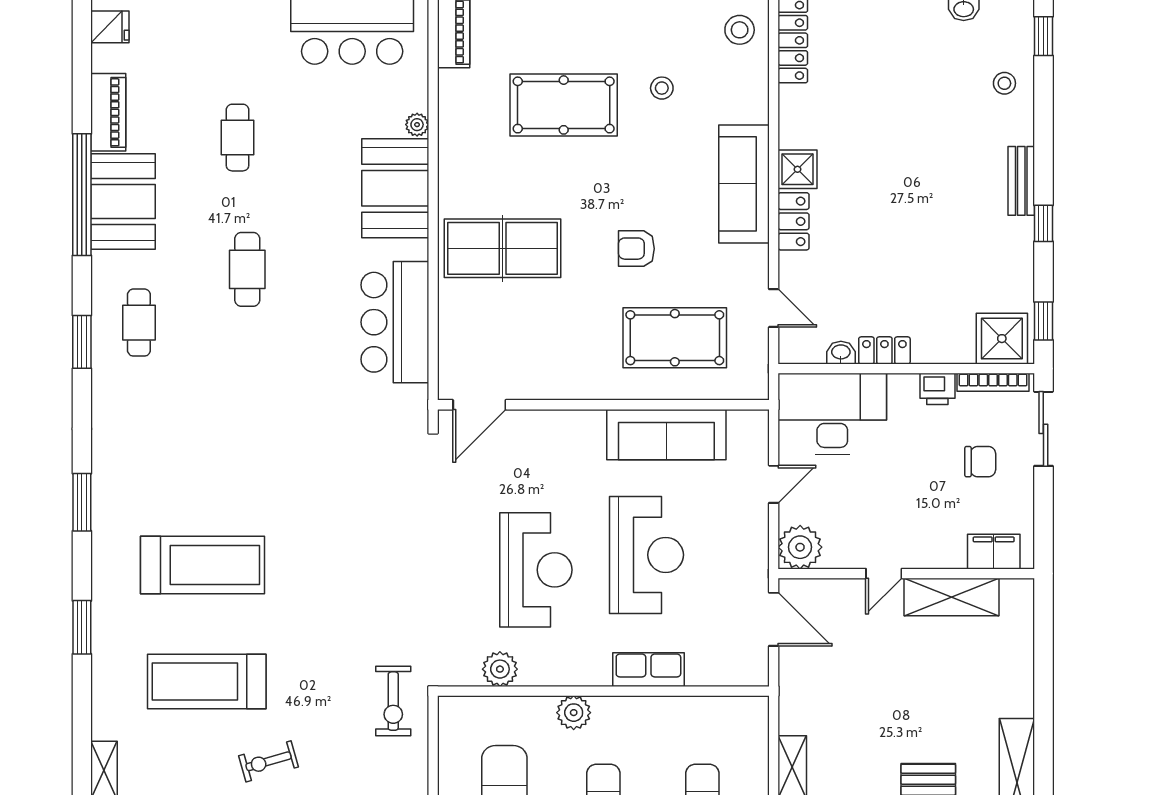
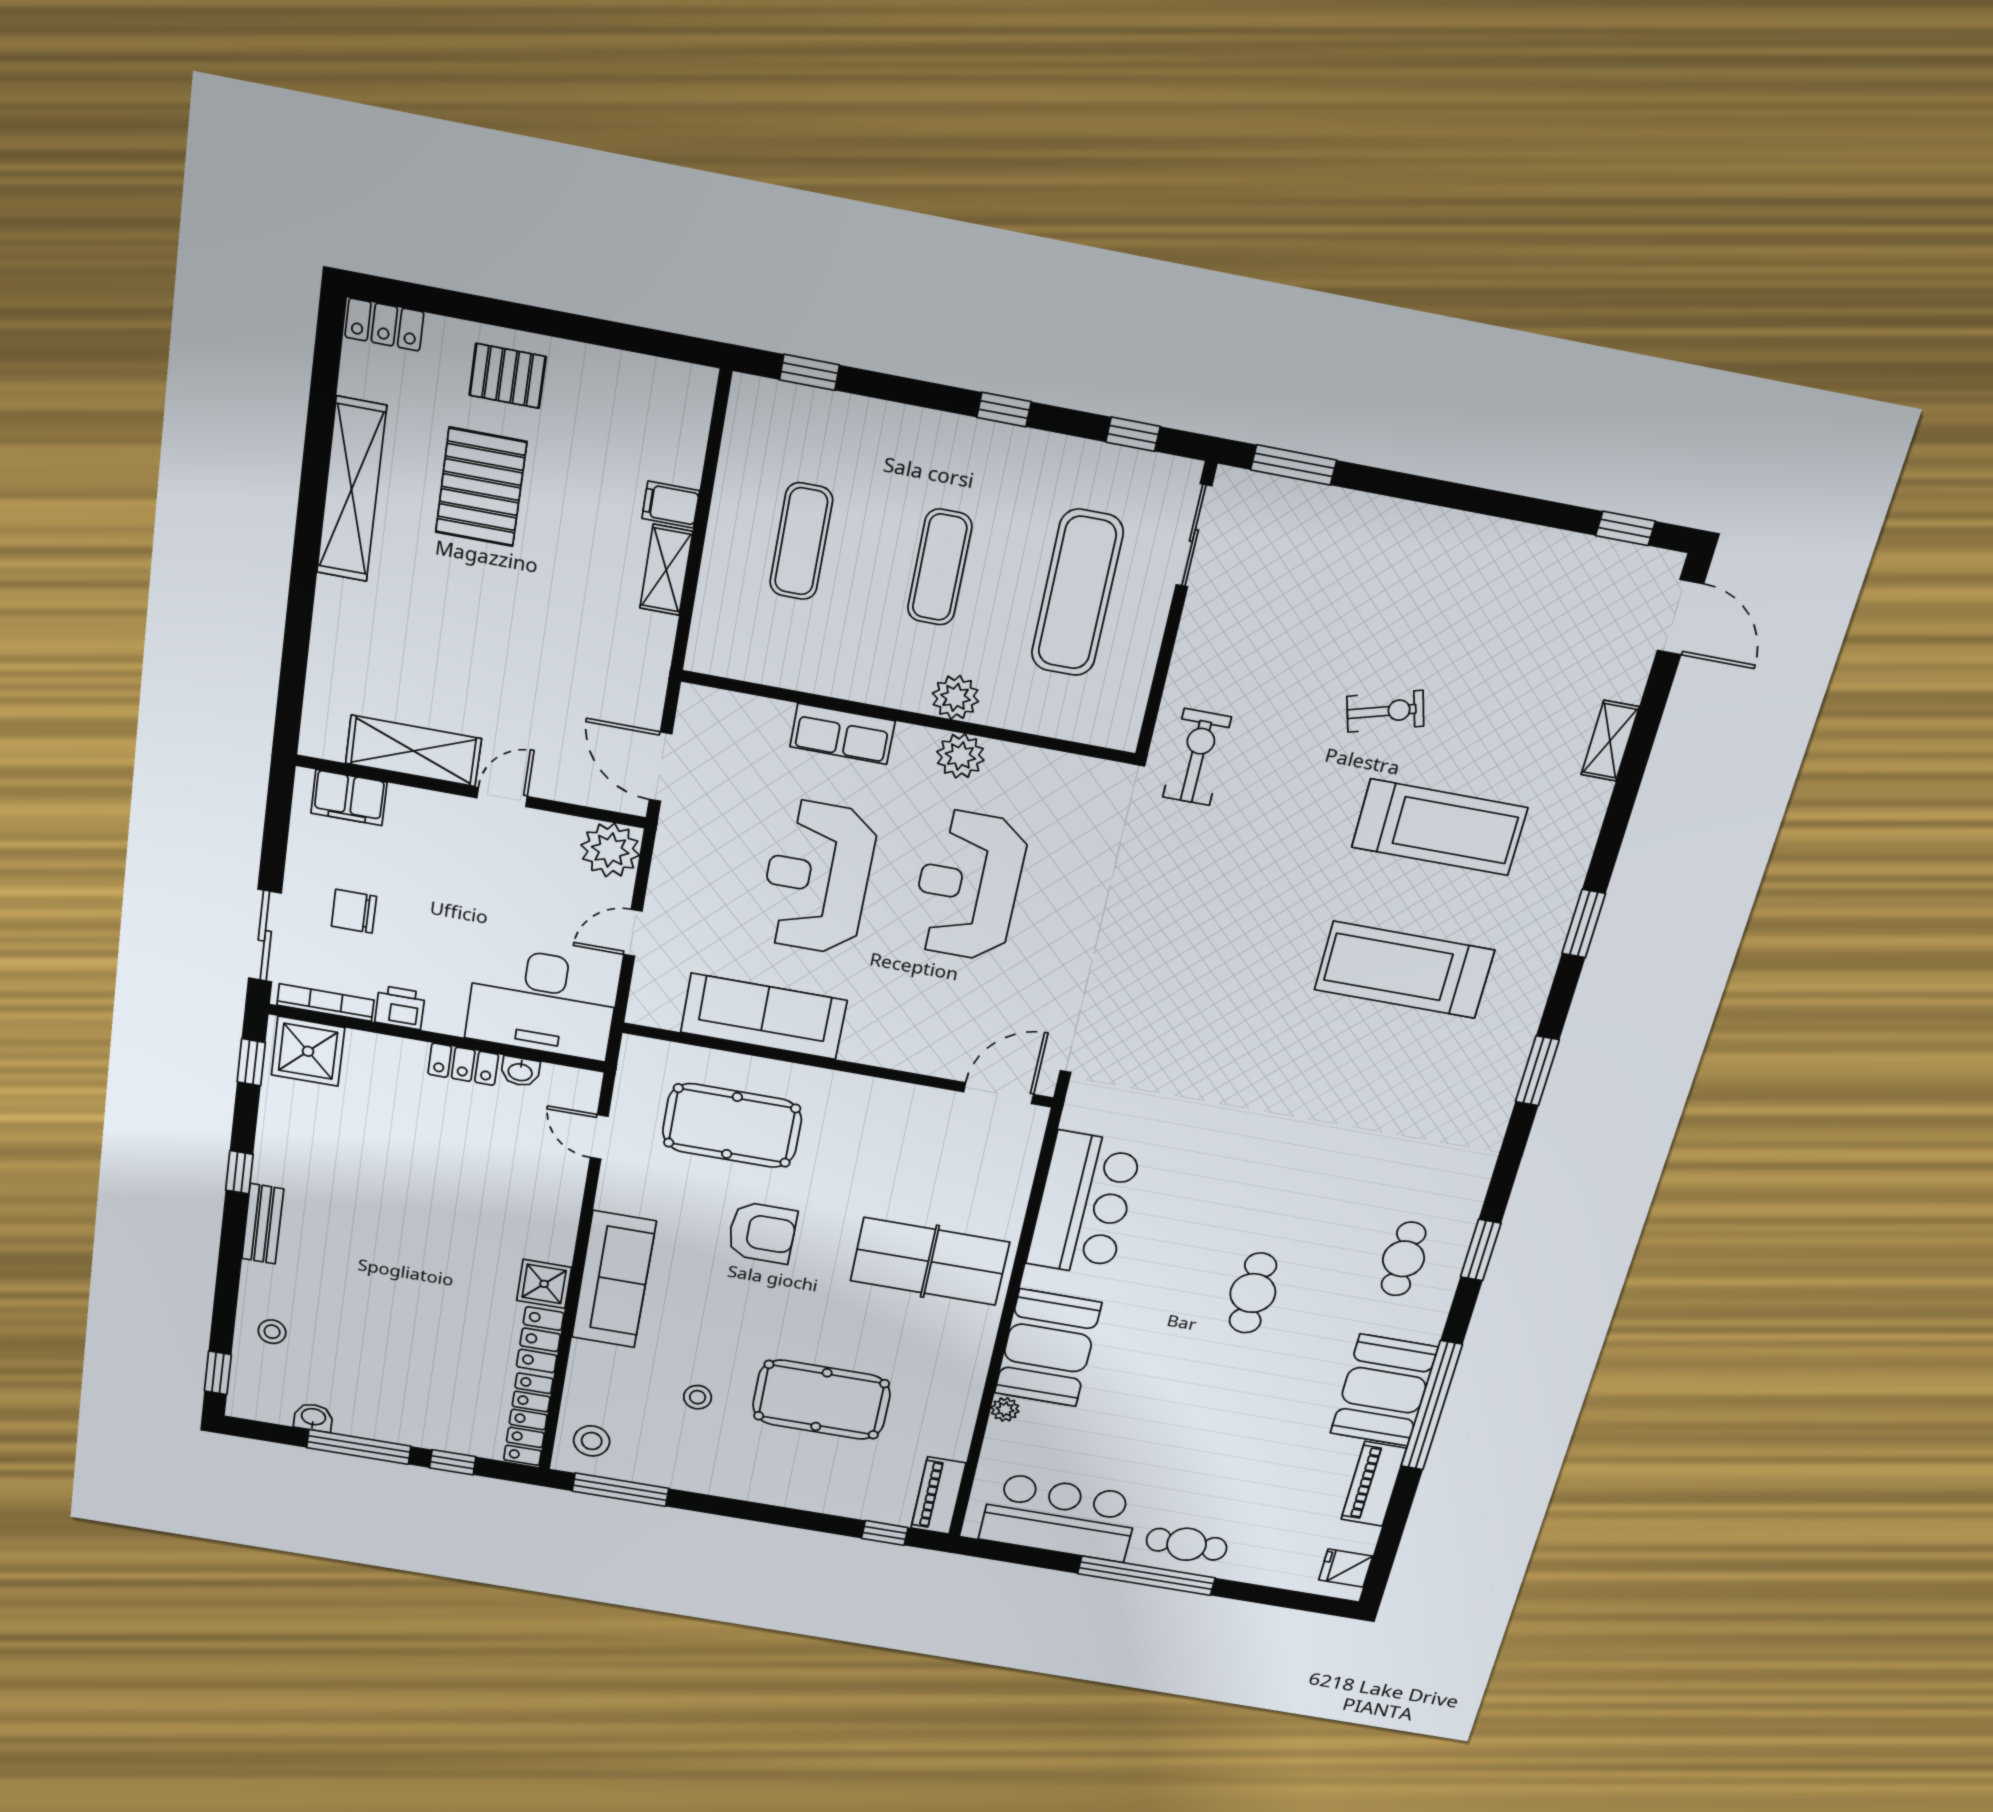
cafe table: (238, 138) -> (1187, 1544), moved, turned 90
locker: (794, 221) -> (540, 1340), moved
armchair: (636, 249) -> (762, 1233), width x1.38, depth x1.38
plant: (500, 669) -> (960, 756), moved

